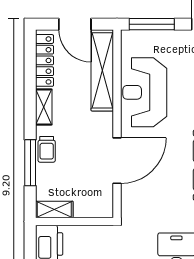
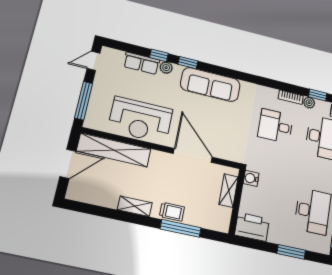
locker: (44, 60) -> (94, 197), removed
shelving: (54, 209) -> (229, 191), moved
water cooler: (106, 233) -> (251, 178), added

